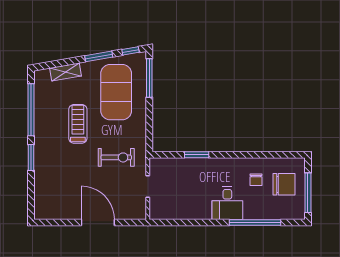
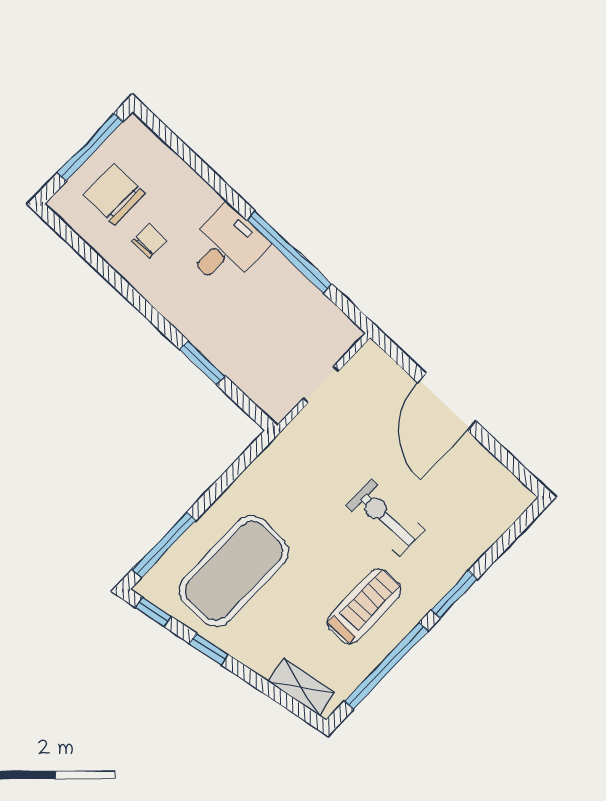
window: (99, 56) -> (209, 649), width x0.67
shelving: (65, 72) -> (302, 687), moved
treadmill: (78, 124) -> (364, 606), moved, turned 180
exercise bike: (116, 157) -> (385, 518), moved
window: (255, 223) -> (289, 252), moved

